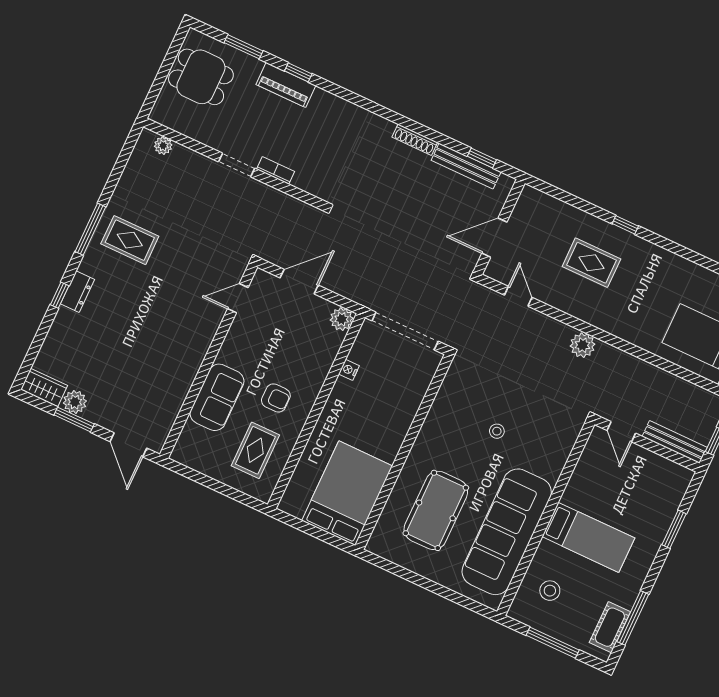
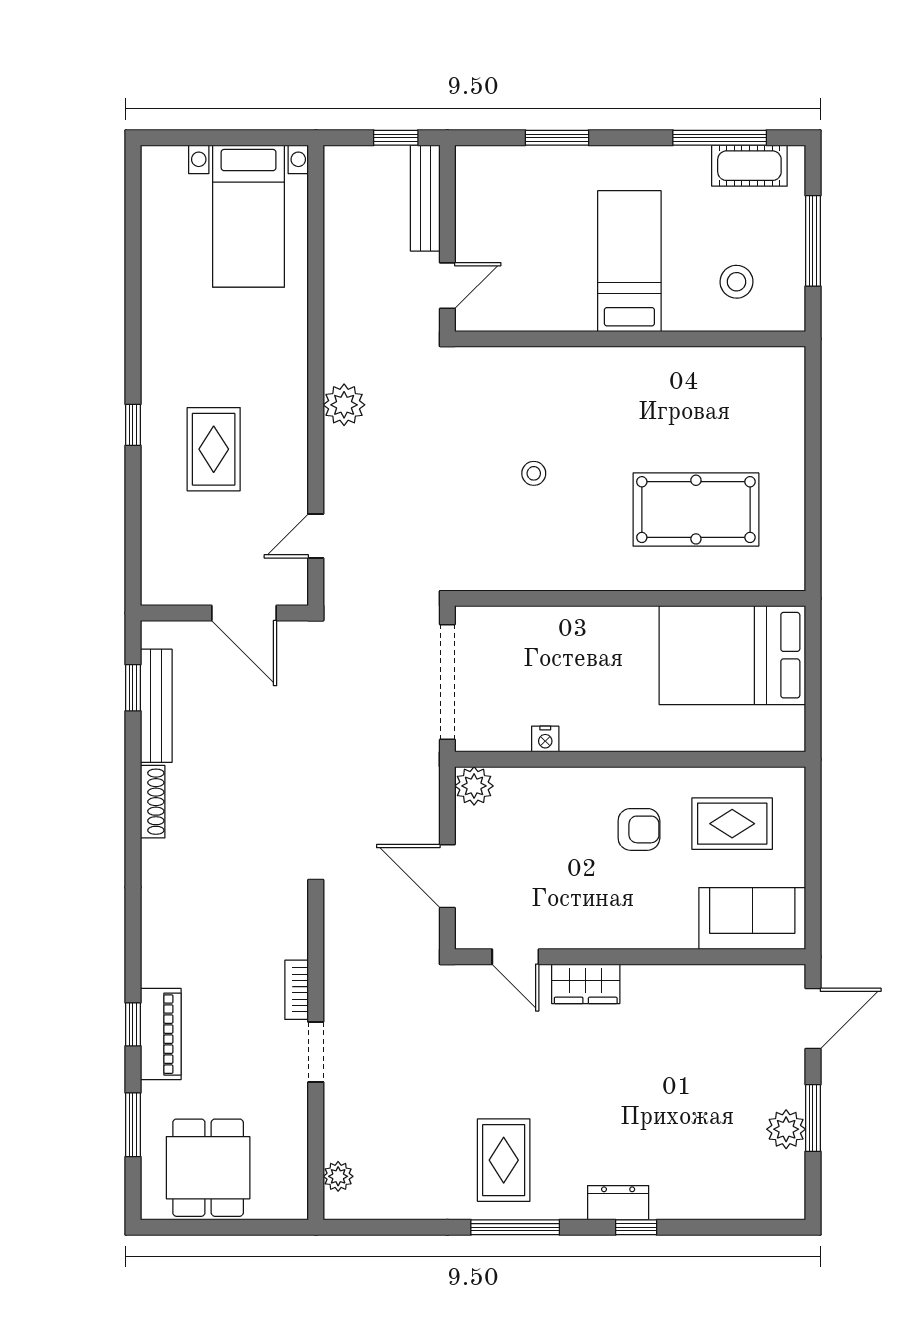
wardrobe: (44, 387) -> (586, 984), moved, turned -90
sofa: (217, 397) -> (752, 918), moved
armchair: (276, 398) -> (639, 829), turned 90
sofa: (507, 532) -> (678, 388), removed

